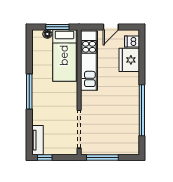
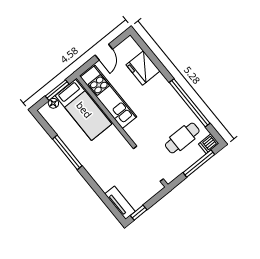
dishwasher: (132, 41) -> (209, 144), moved
window: (29, 91) -> (67, 152), moved
cafe table: (117, 130) -> (182, 138), added
window: (102, 157) -> (199, 164), moved

